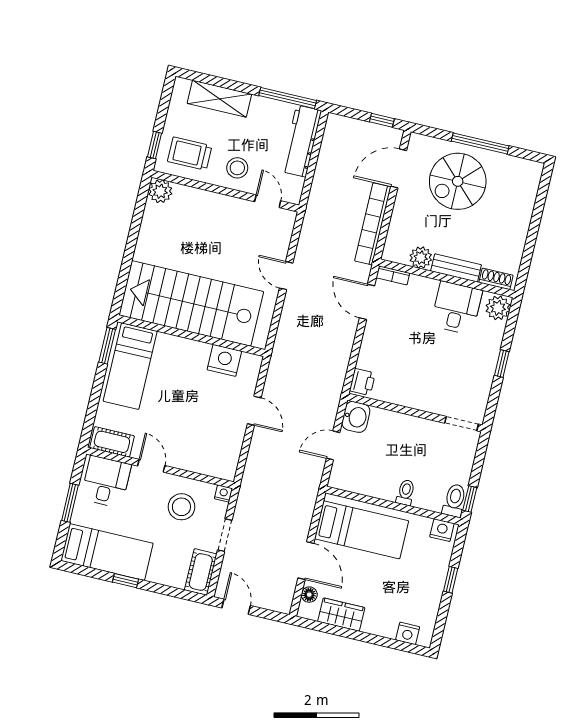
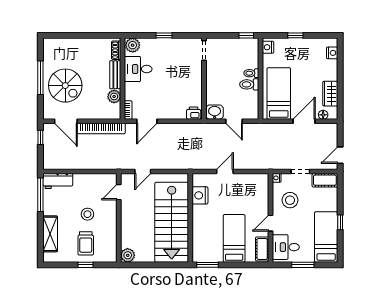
workbench: (301, 141) -> (58, 181), width x0.73
plant: (160, 191) -> (128, 255), moved
wall: (225, 191) -> (119, 218), moved
door: (268, 201) -> (119, 192), moved
bed: (130, 366) -> (234, 238), moved, turned -90
toilet: (454, 500) -> (249, 84), moved

